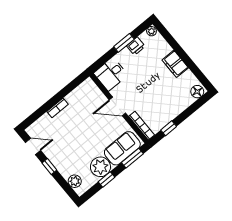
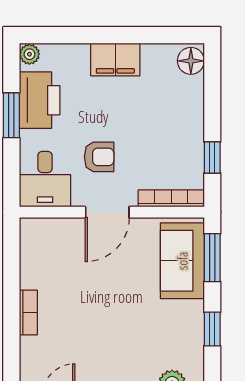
printer: (136, 46) -> (40, 100), width x1.87, depth x1.48
armchair: (135, 87) -> (99, 157), added
plant: (100, 167) -> (183, 322), removed

